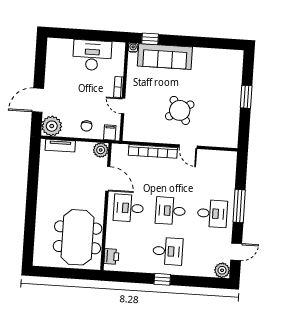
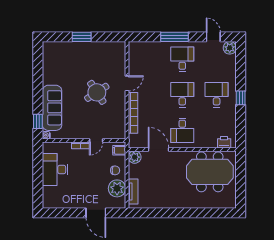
plant: (52, 126) -> (117, 188), moved
door: (108, 179) -> (158, 149), hinge flipped
desk: (170, 211) -> (182, 95), turned 180

